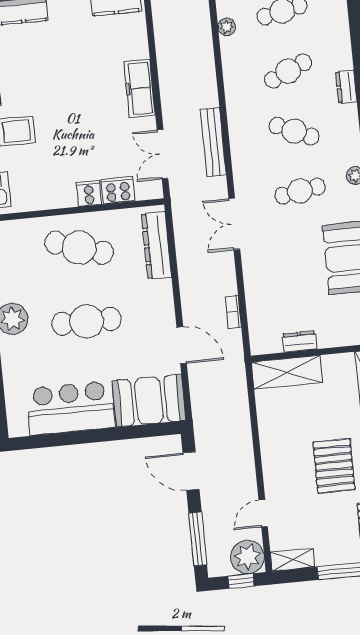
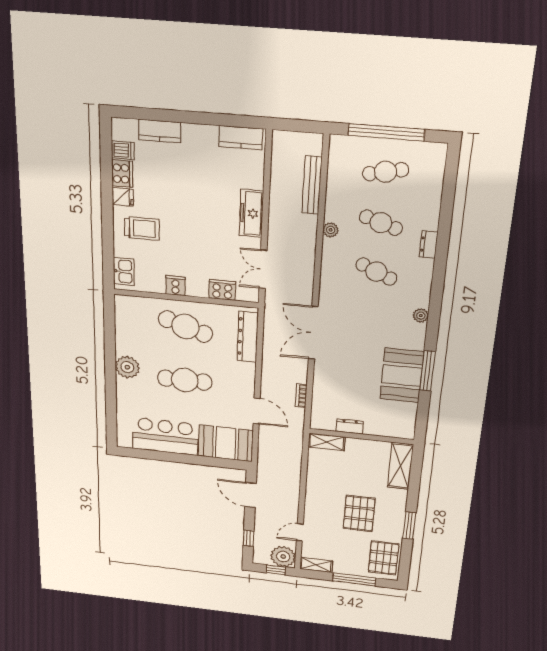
plant: (227, 27) -> (331, 230), moved
cafe table: (288, 71) -> (381, 223), turned 42
bench: (213, 142) -> (312, 185), moved
cafe table: (300, 191) -> (372, 319), removed
cooker: (89, 193) -> (175, 286), moved
double door: (234, 224) -> (313, 333), width x1.37
shelving: (287, 372) -> (327, 442), width x0.67, depth x0.75
window: (198, 539) -> (249, 538), width x0.46

